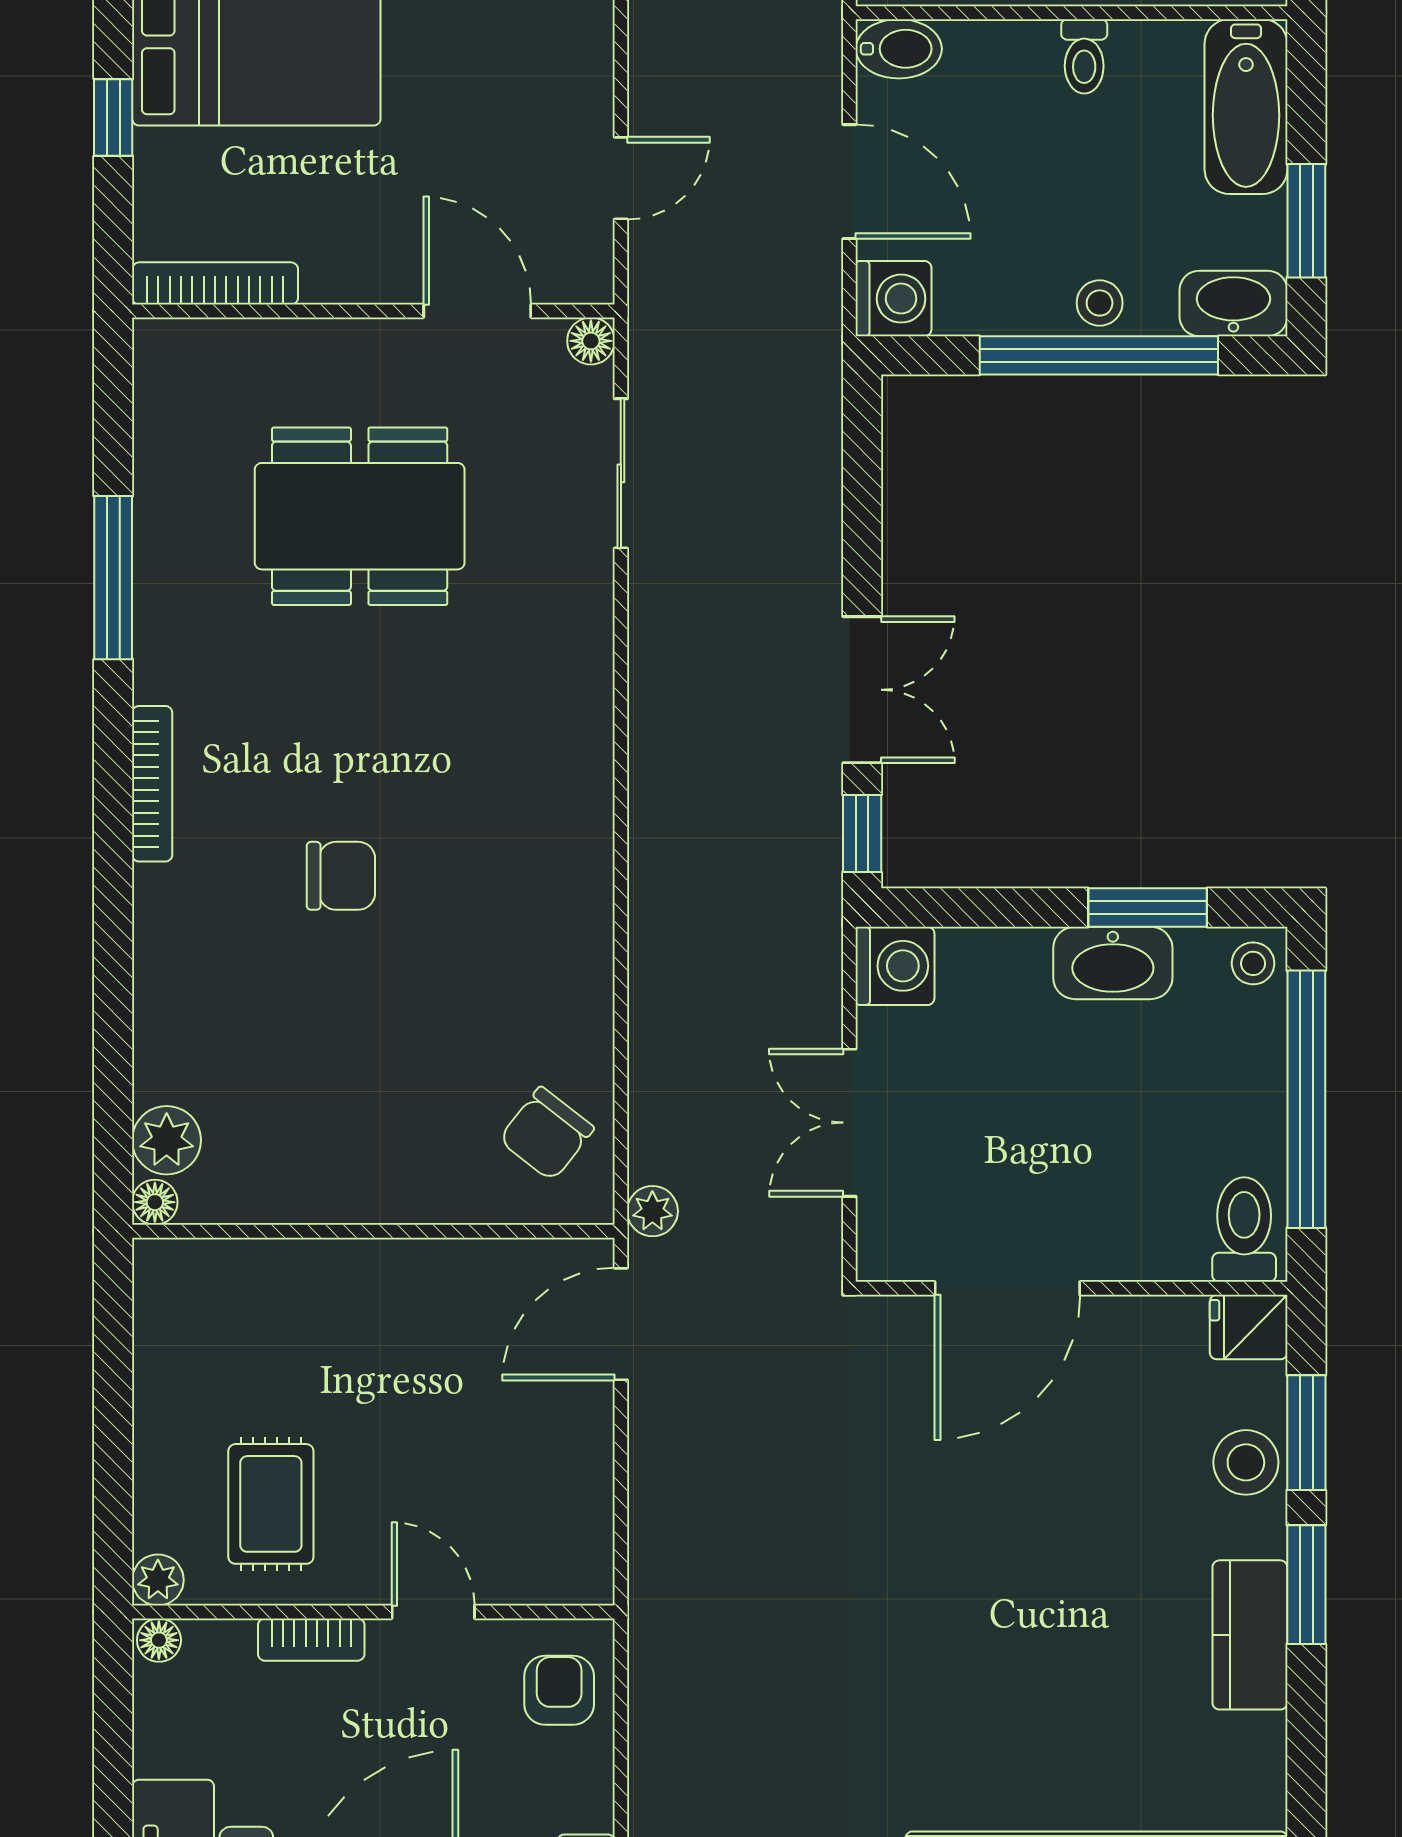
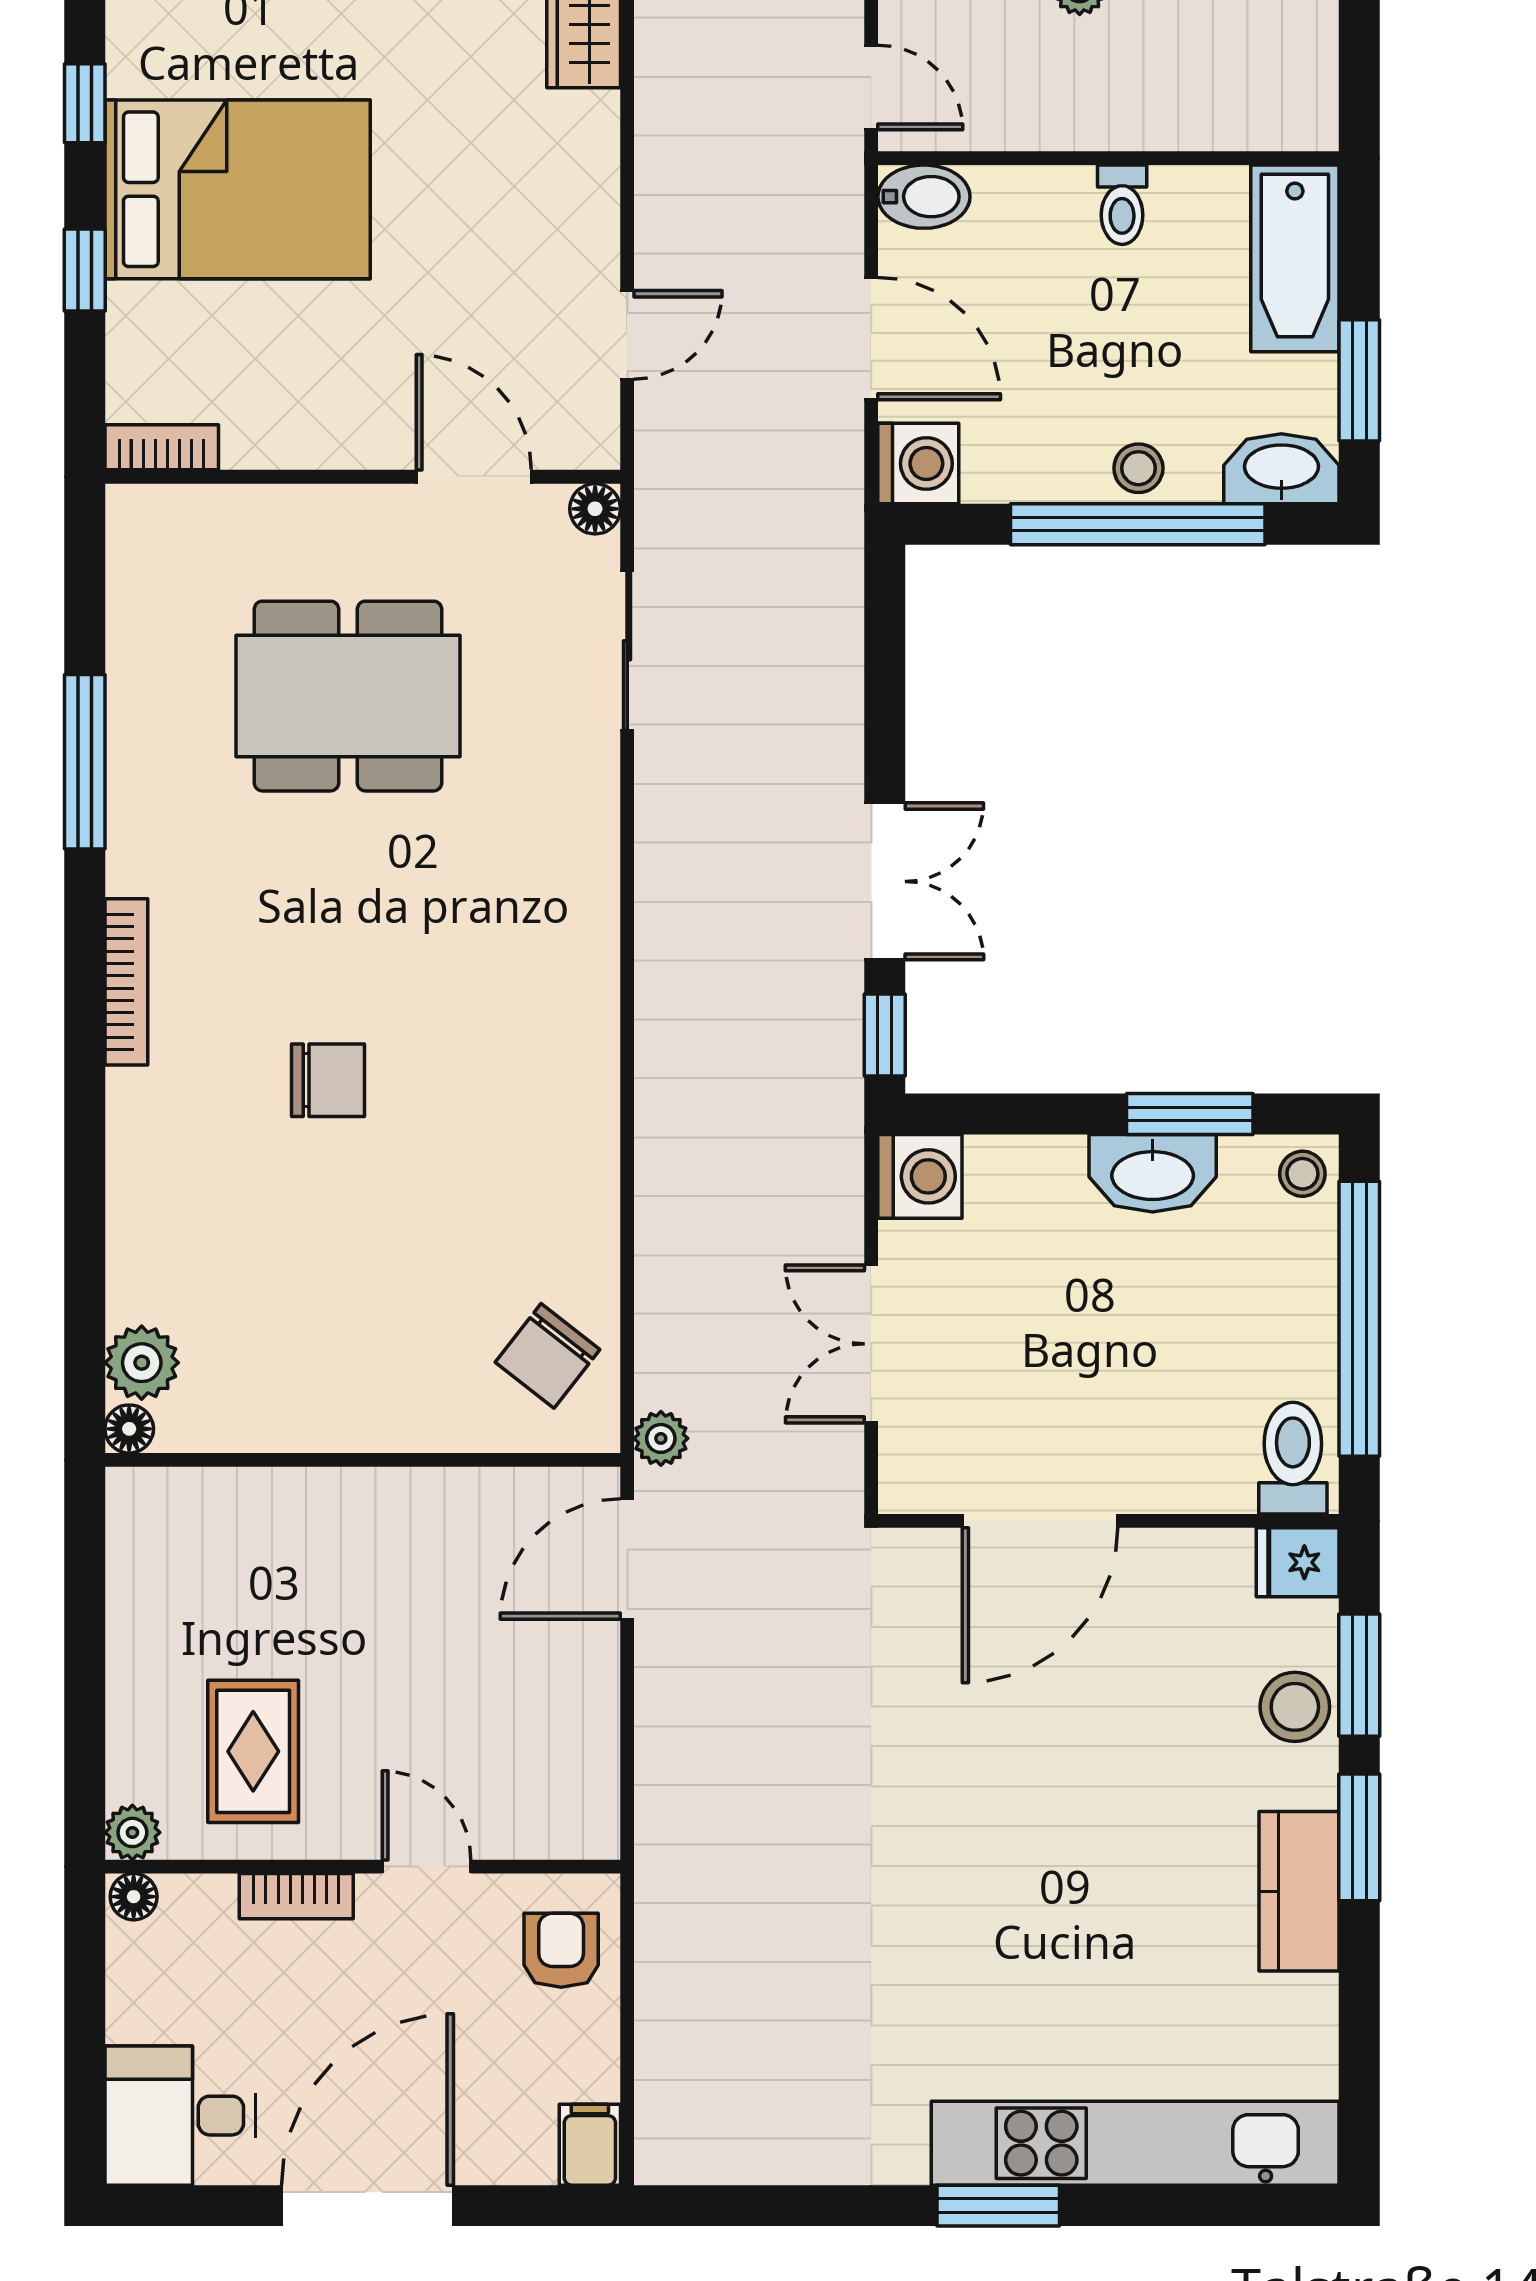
bookcase: (215, 283) -> (162, 447), width x0.64

